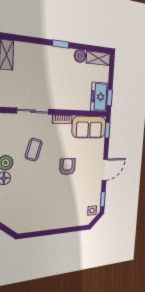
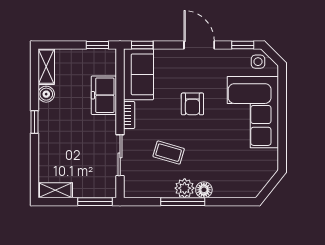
freezer: (99, 97) -> (104, 95), moved, turned 90
armchair: (67, 167) -> (192, 104), turned -90
corner sofa: (60, 211) -> (253, 112), added

